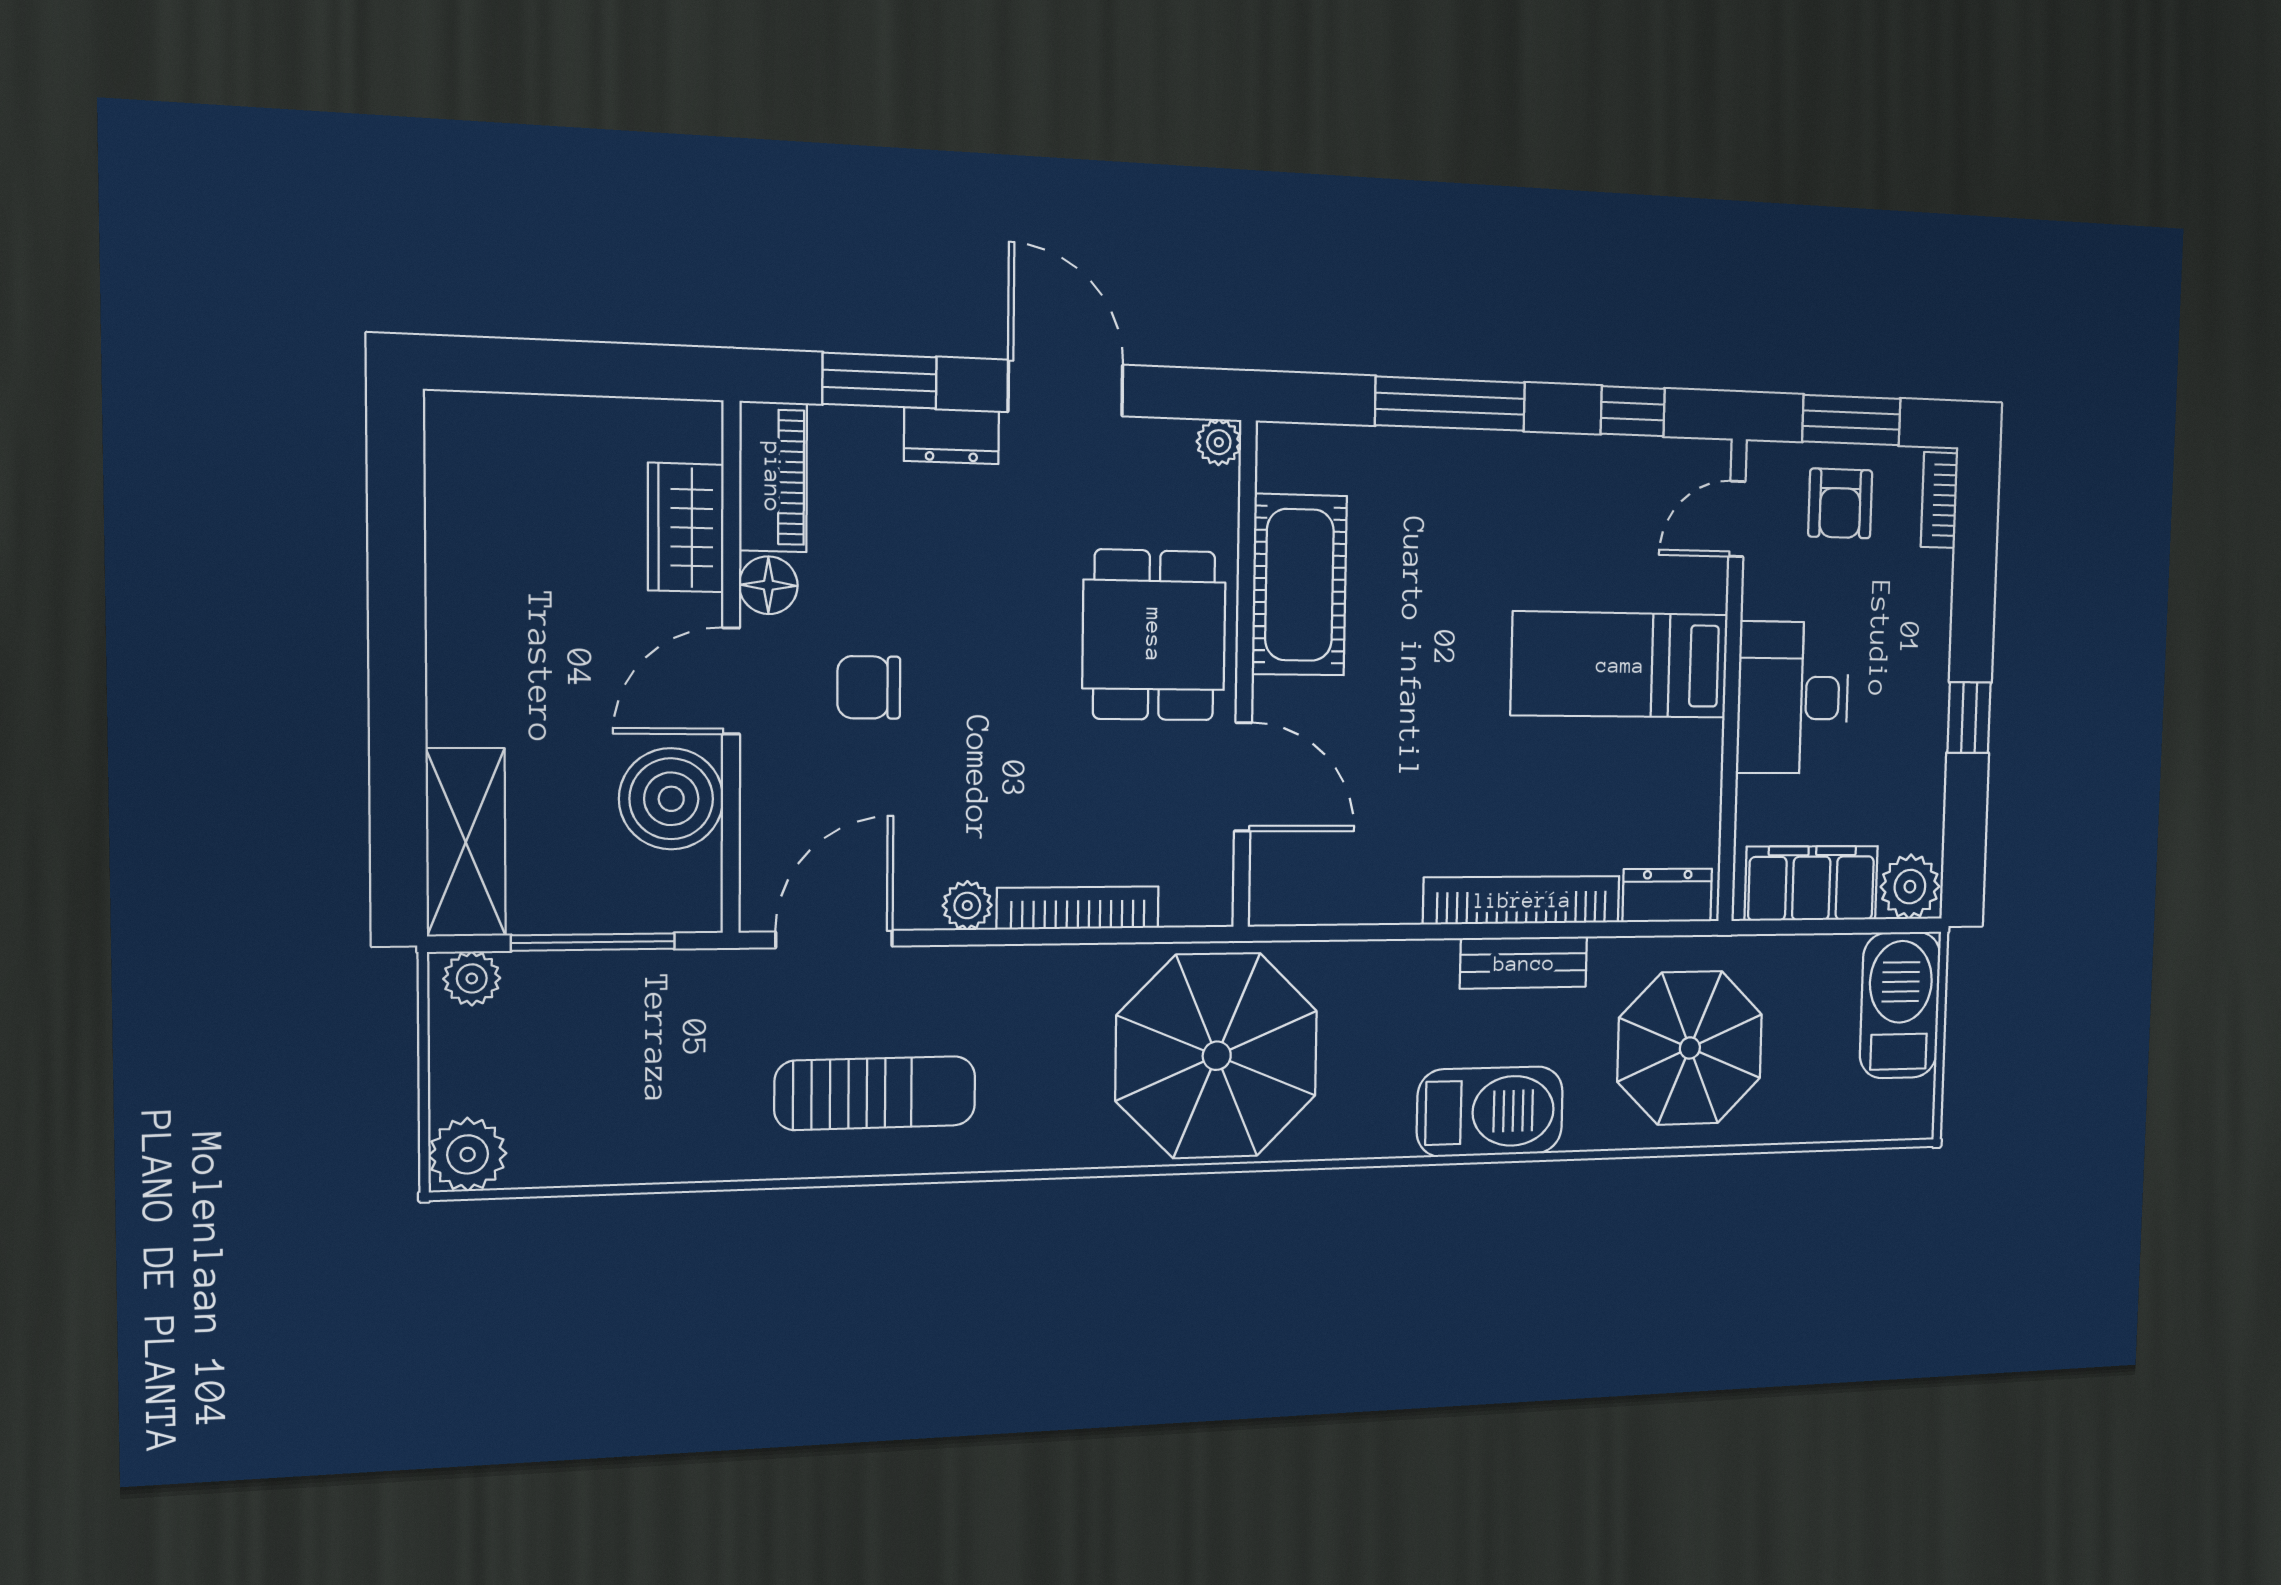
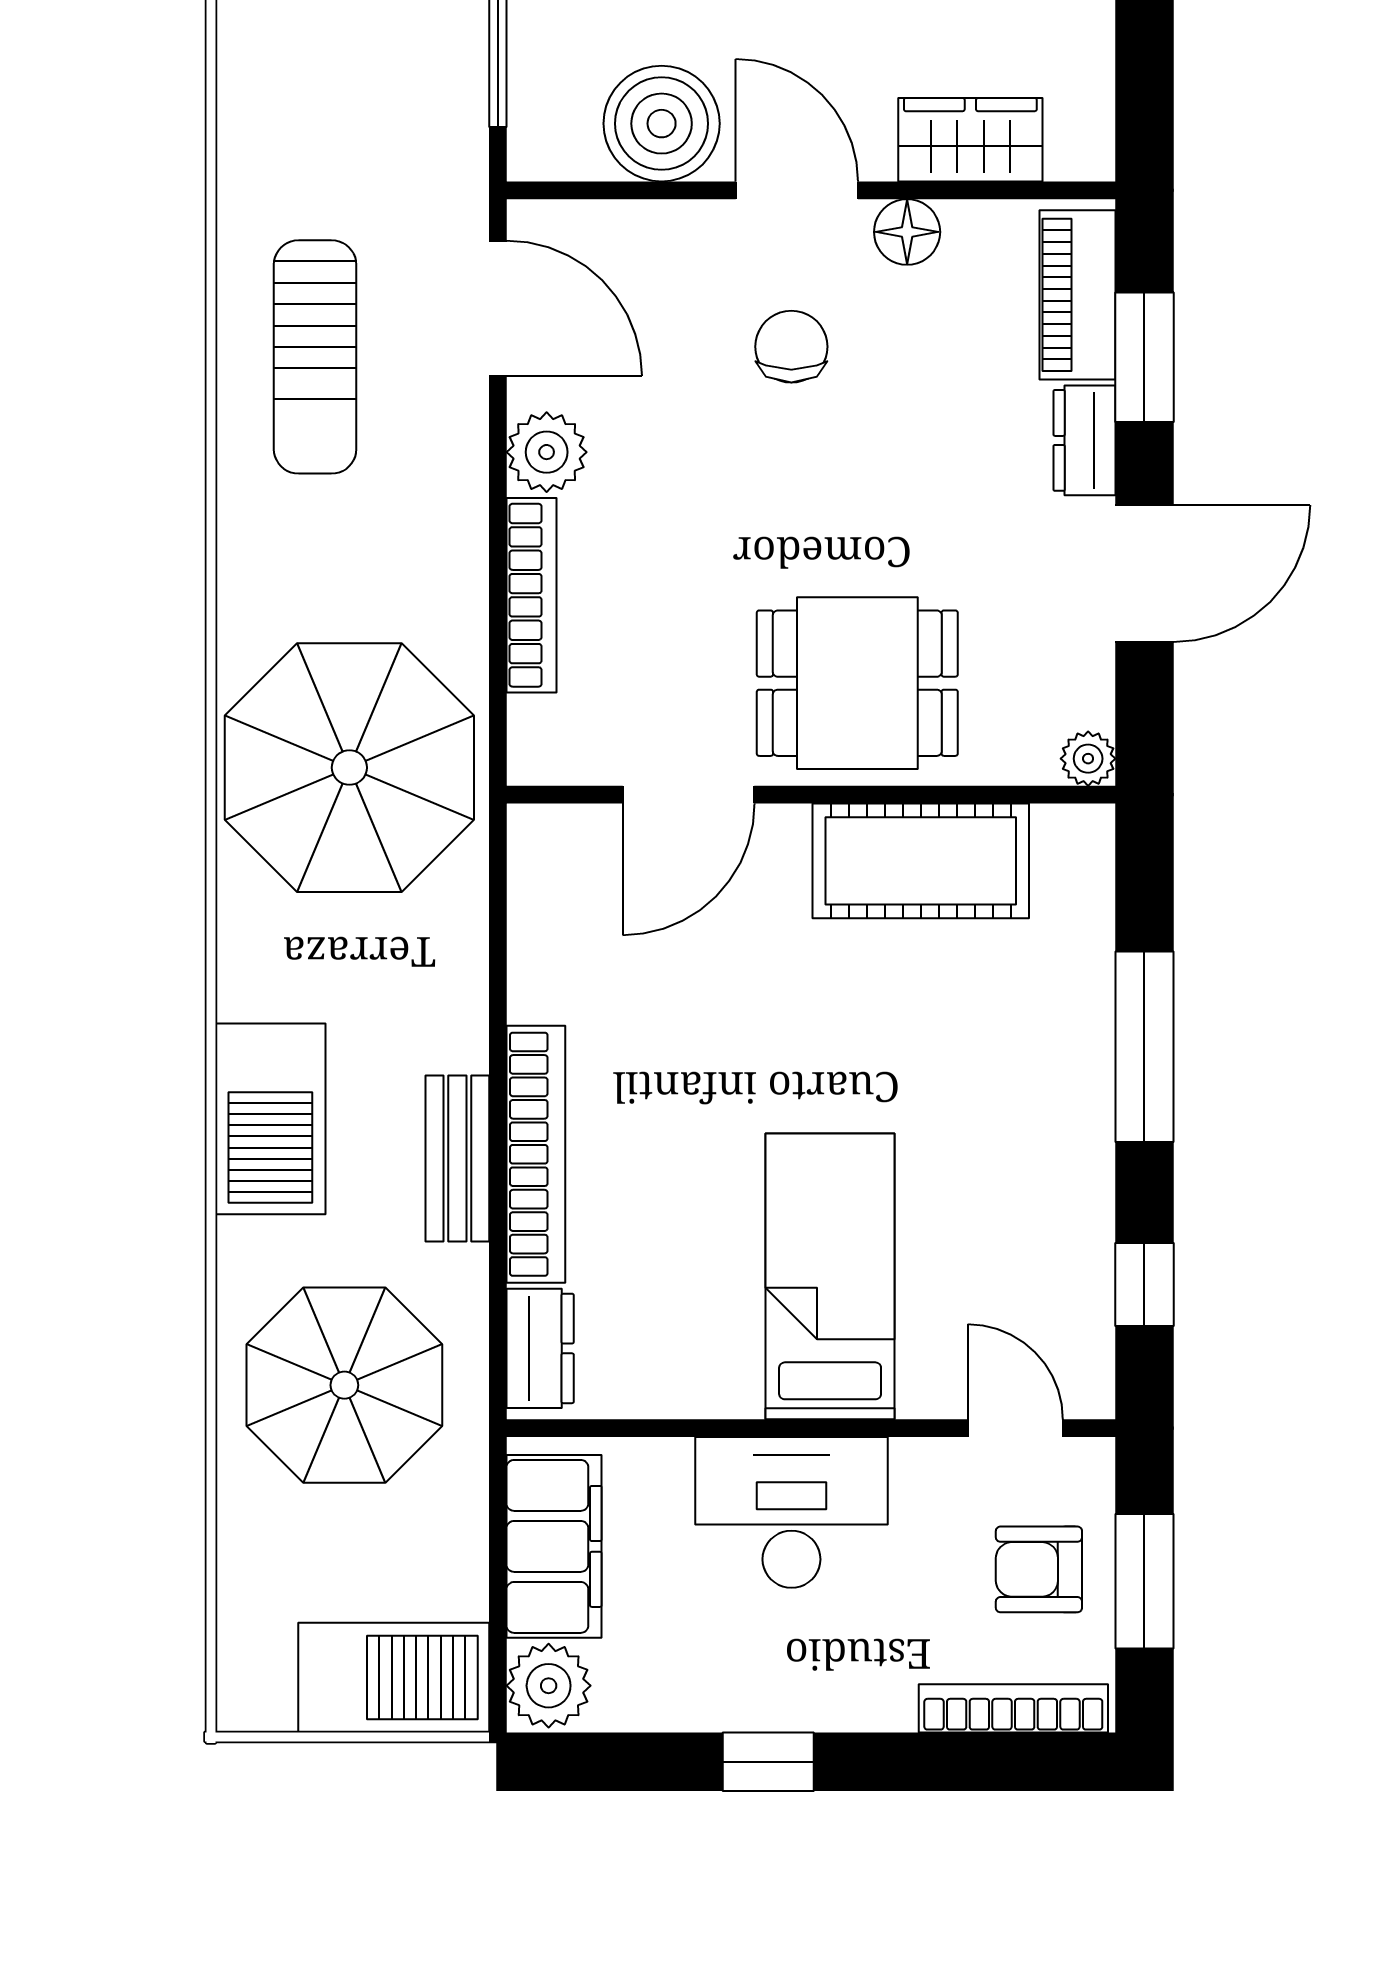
piano: (773, 477) -> (1077, 295), moved, turned 90
bookcase: (1939, 500) -> (1013, 1708), width x1.56
plant: (967, 905) -> (547, 452), width x1.38, depth x1.38

